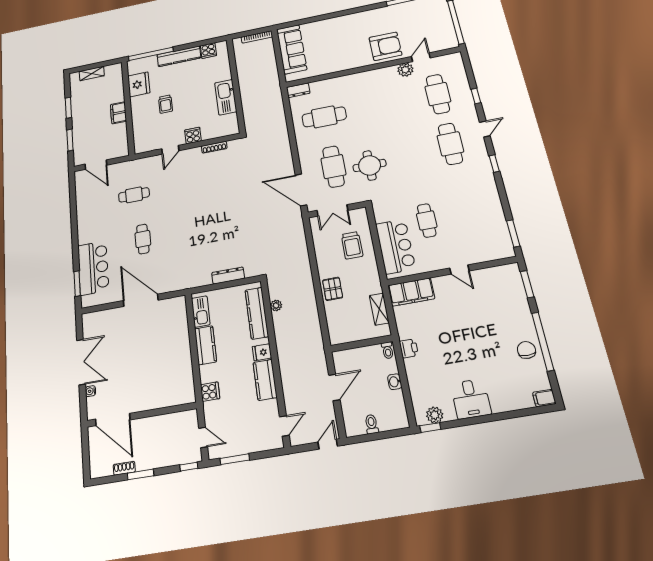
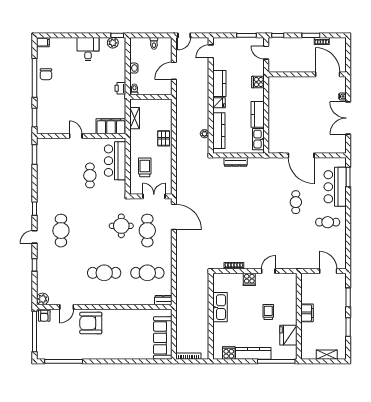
armchair: (448, 42) -> (44, 316), added
plant: (405, 70) -> (42, 299), moved
cafe table: (438, 94) -> (104, 273), moved, turned 90
cafe table: (134, 195) -> (328, 222), moved

